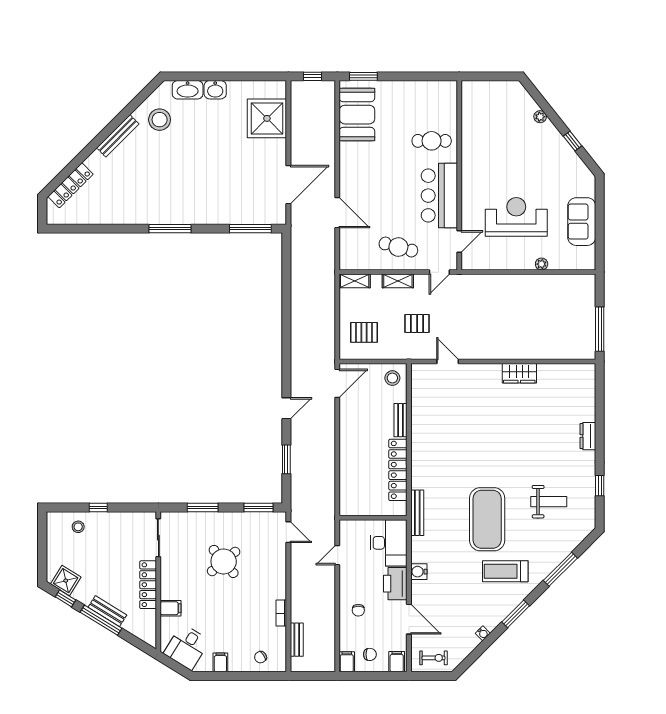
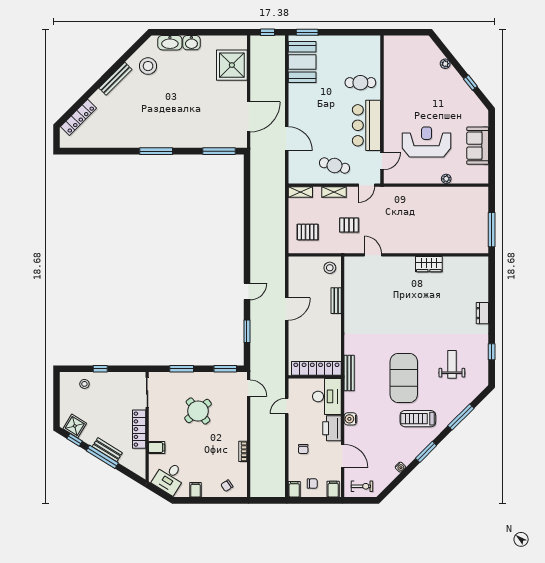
door: (337, 383) -> (287, 309), moved
locker: (398, 470) -> (316, 368), moved, turned 90
weight bench: (549, 502) -> (452, 364), turned -90
bench: (297, 640) -> (255, 472), removed

